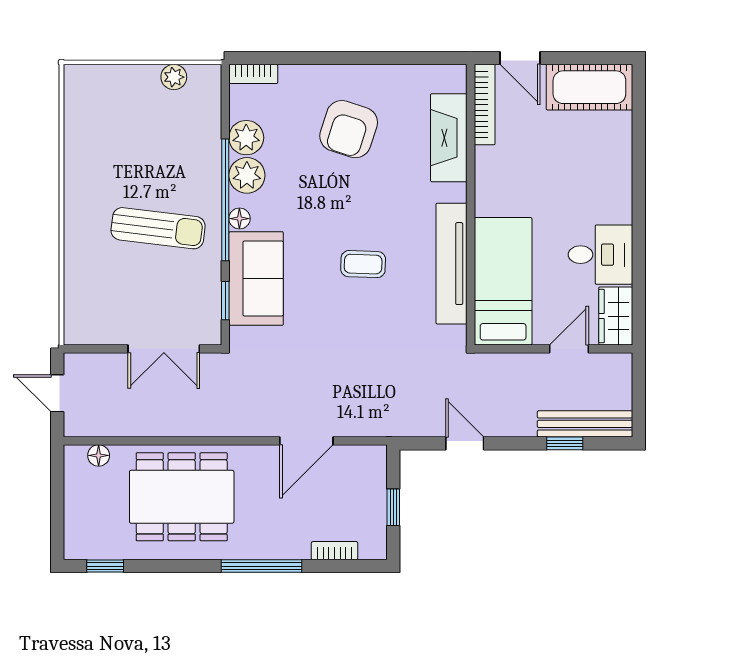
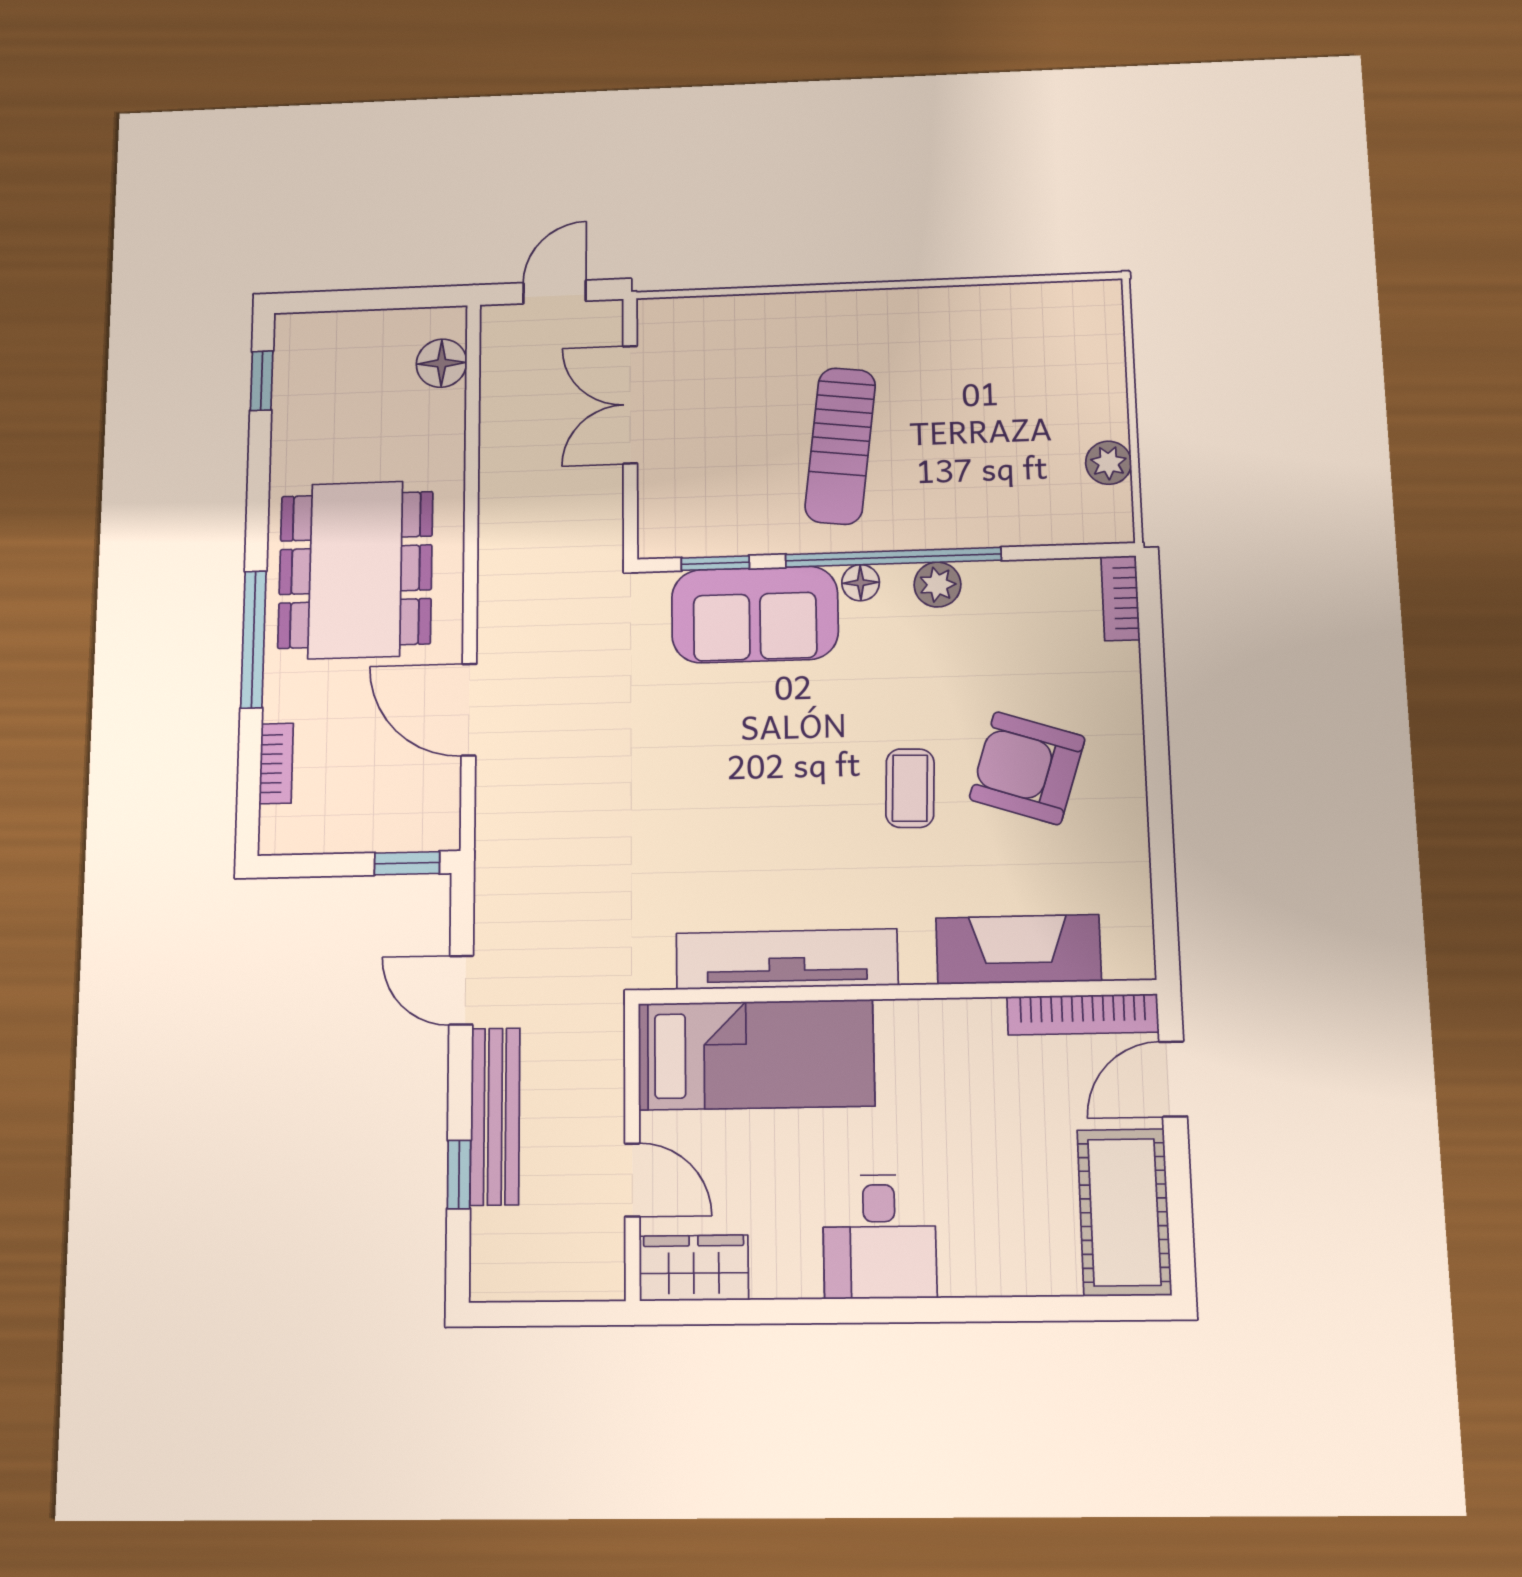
plant: (246, 138) -> (1005, 590), removed
plant: (247, 175) -> (937, 585), width x0.73, depth x0.73
desk: (600, 255) -> (879, 1236), moved
coffee table: (363, 264) -> (910, 788), moved
double door: (164, 349) -> (630, 405), moved
bench: (585, 424) -> (495, 1116), moved
door: (465, 443) -> (461, 990), swing flipped
floor lamp: (99, 455) -> (442, 363), width x1.37, depth x1.37
dining table: (182, 497) -> (356, 570), moved
window: (393, 507) -> (407, 863), moved

